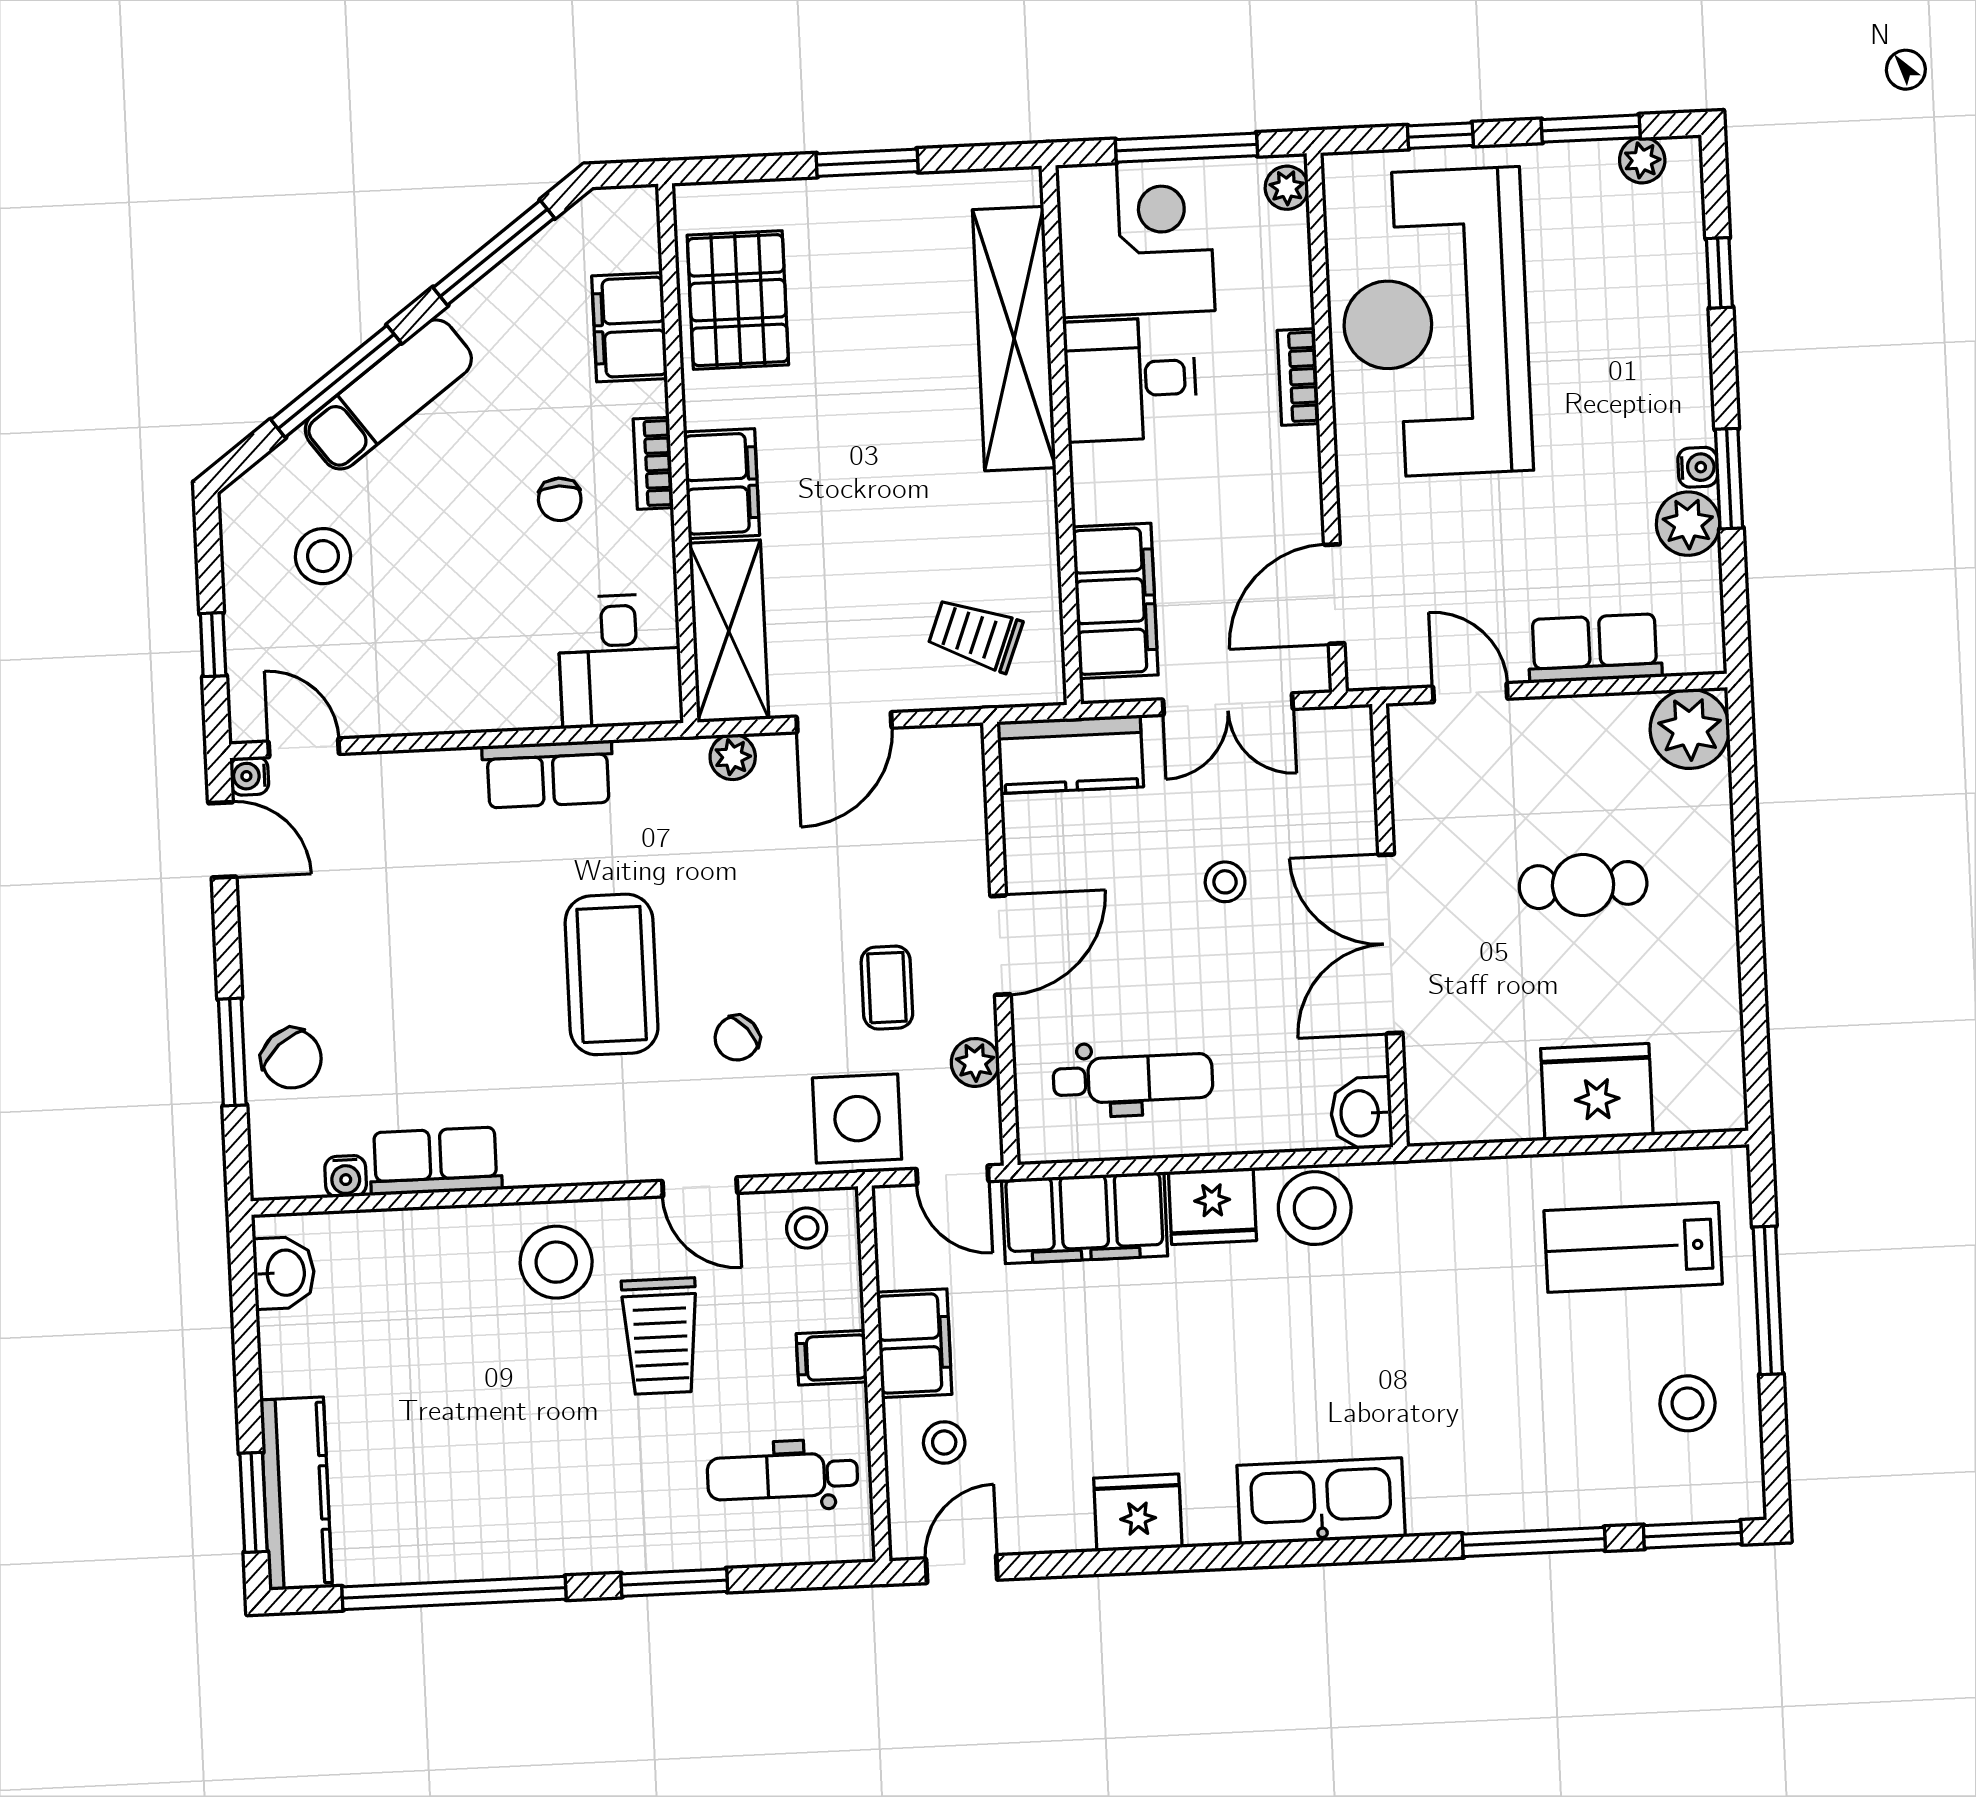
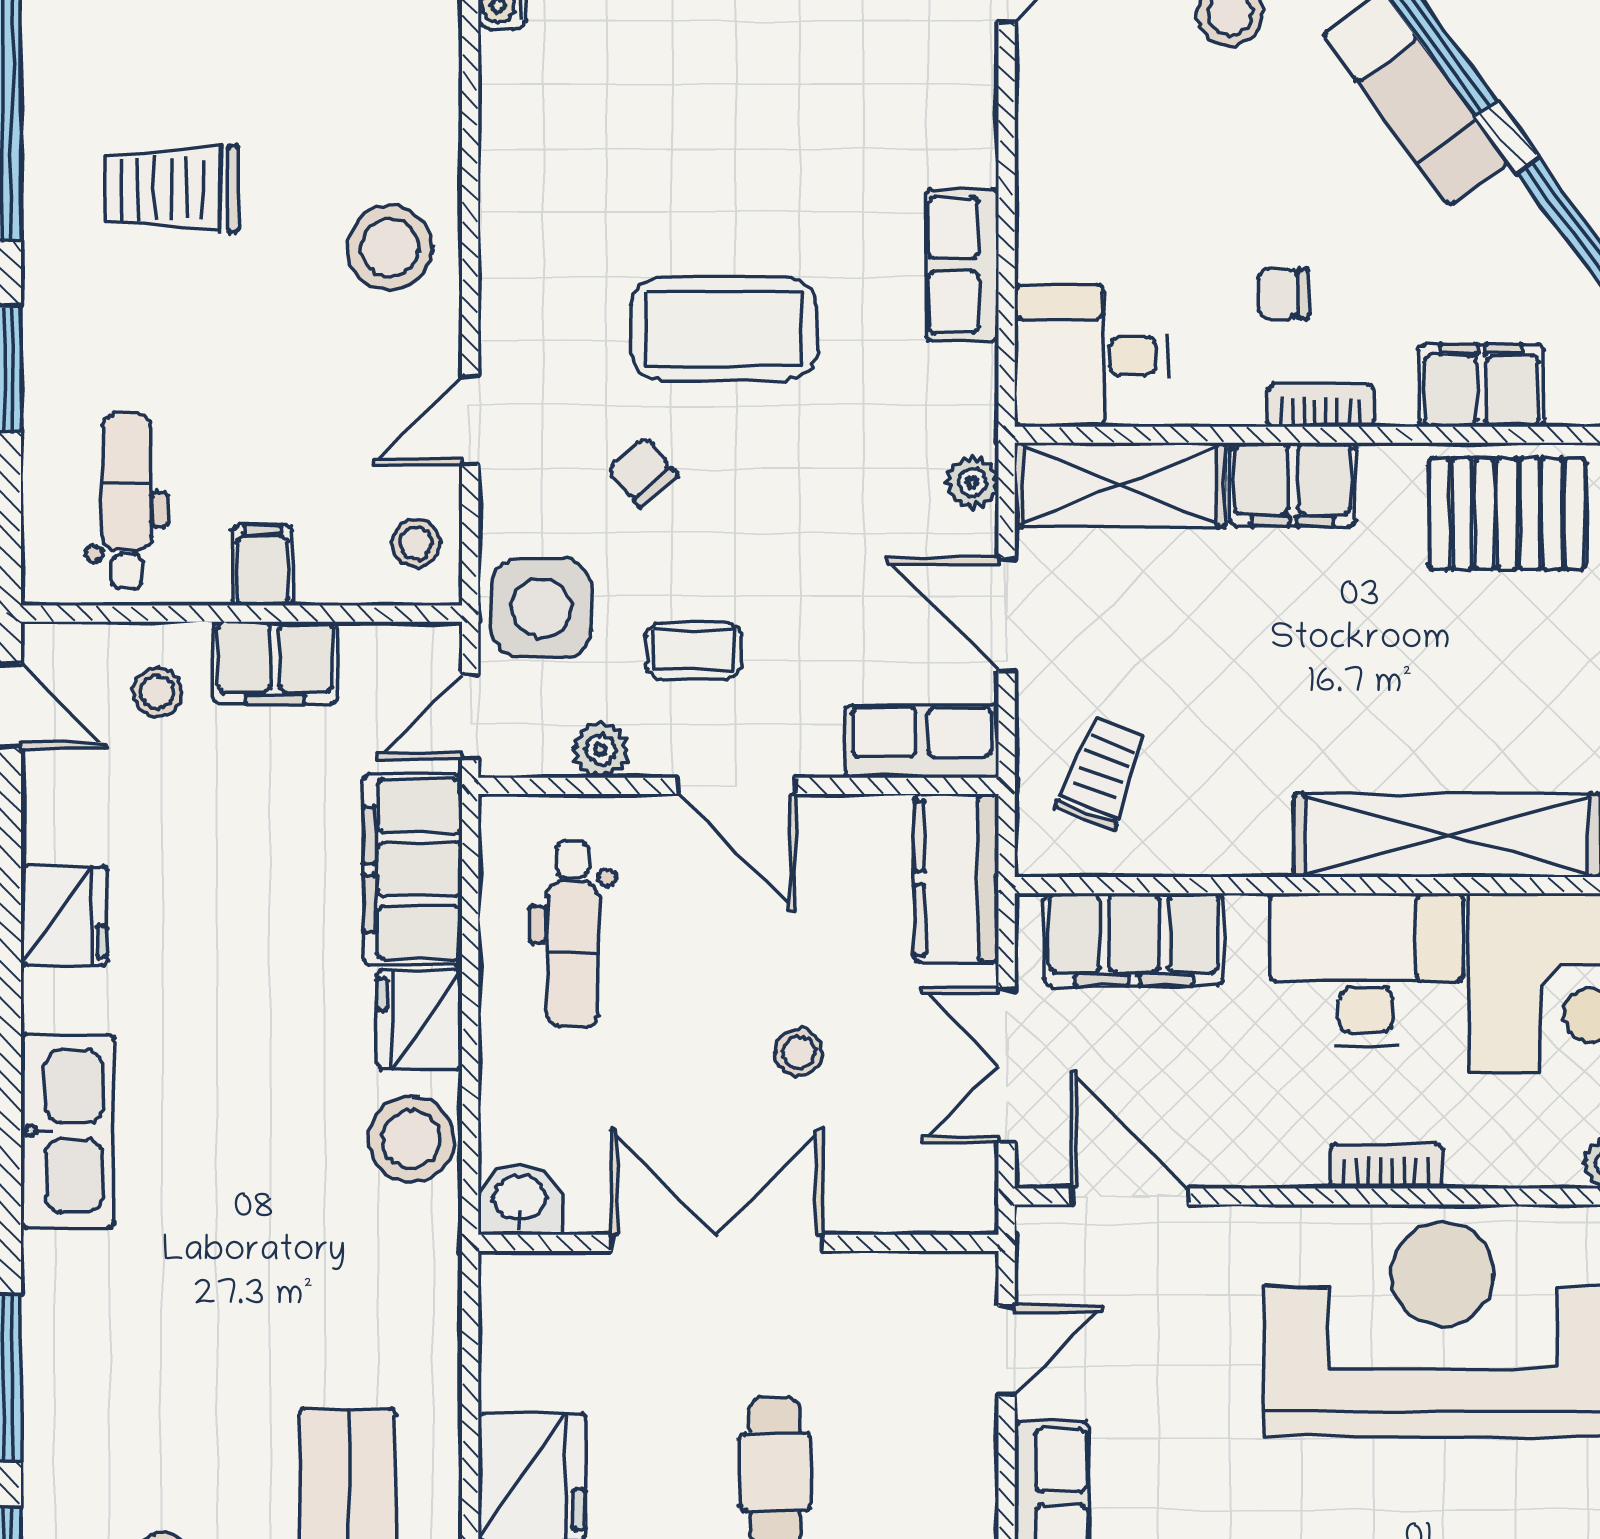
desk: (1130, 379) -> (1366, 969), width x1.37
row of seats: (435, 1161) -> (922, 741), moved, turned -90
trolley: (661, 1336) -> (172, 189), moved

